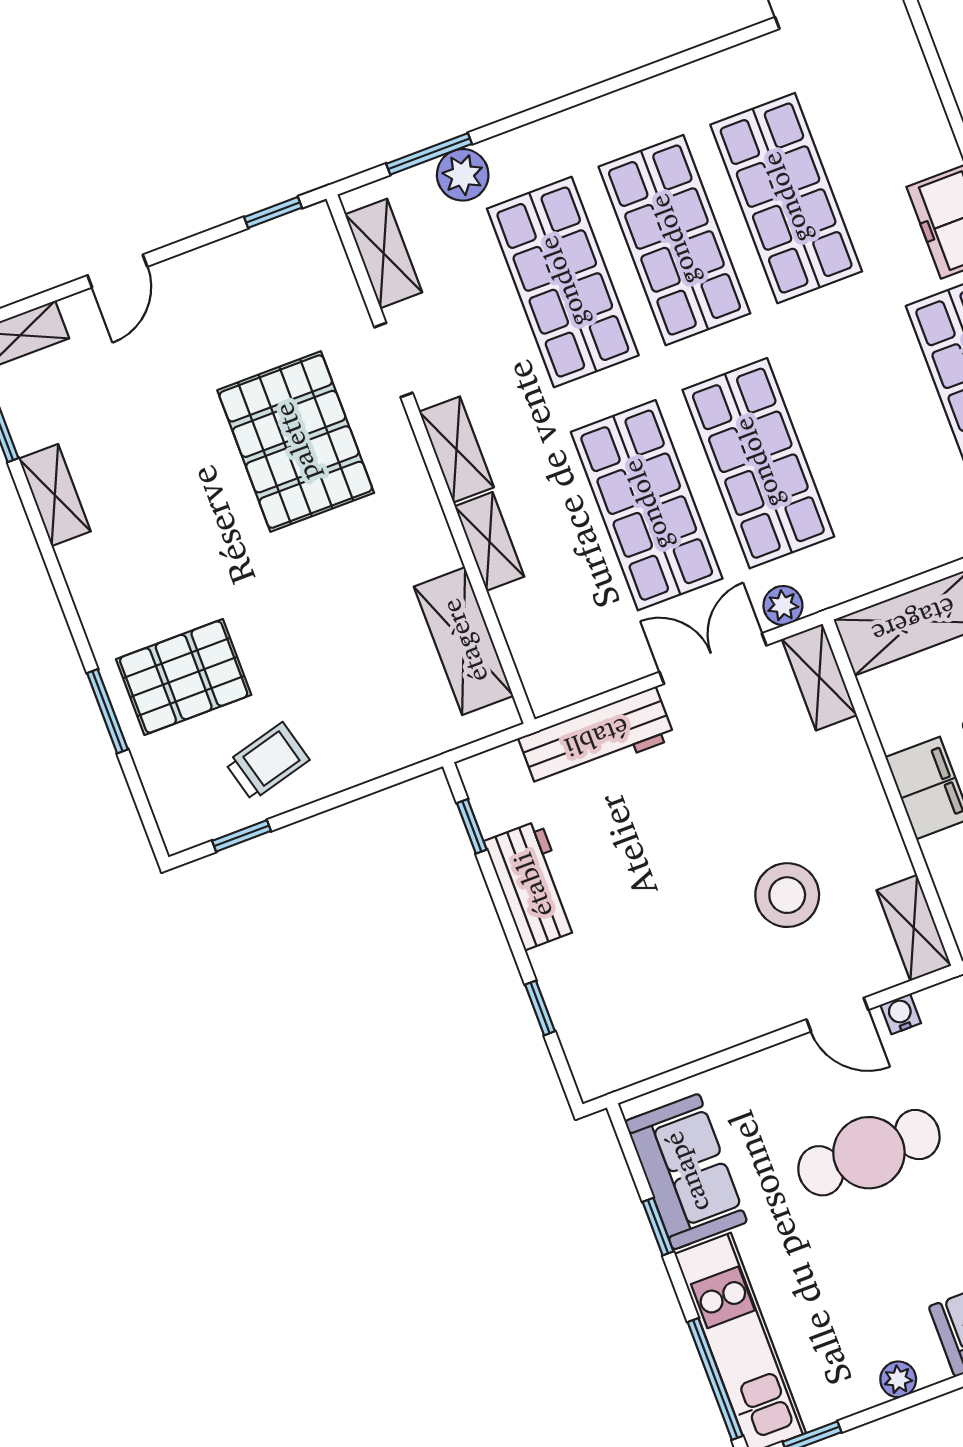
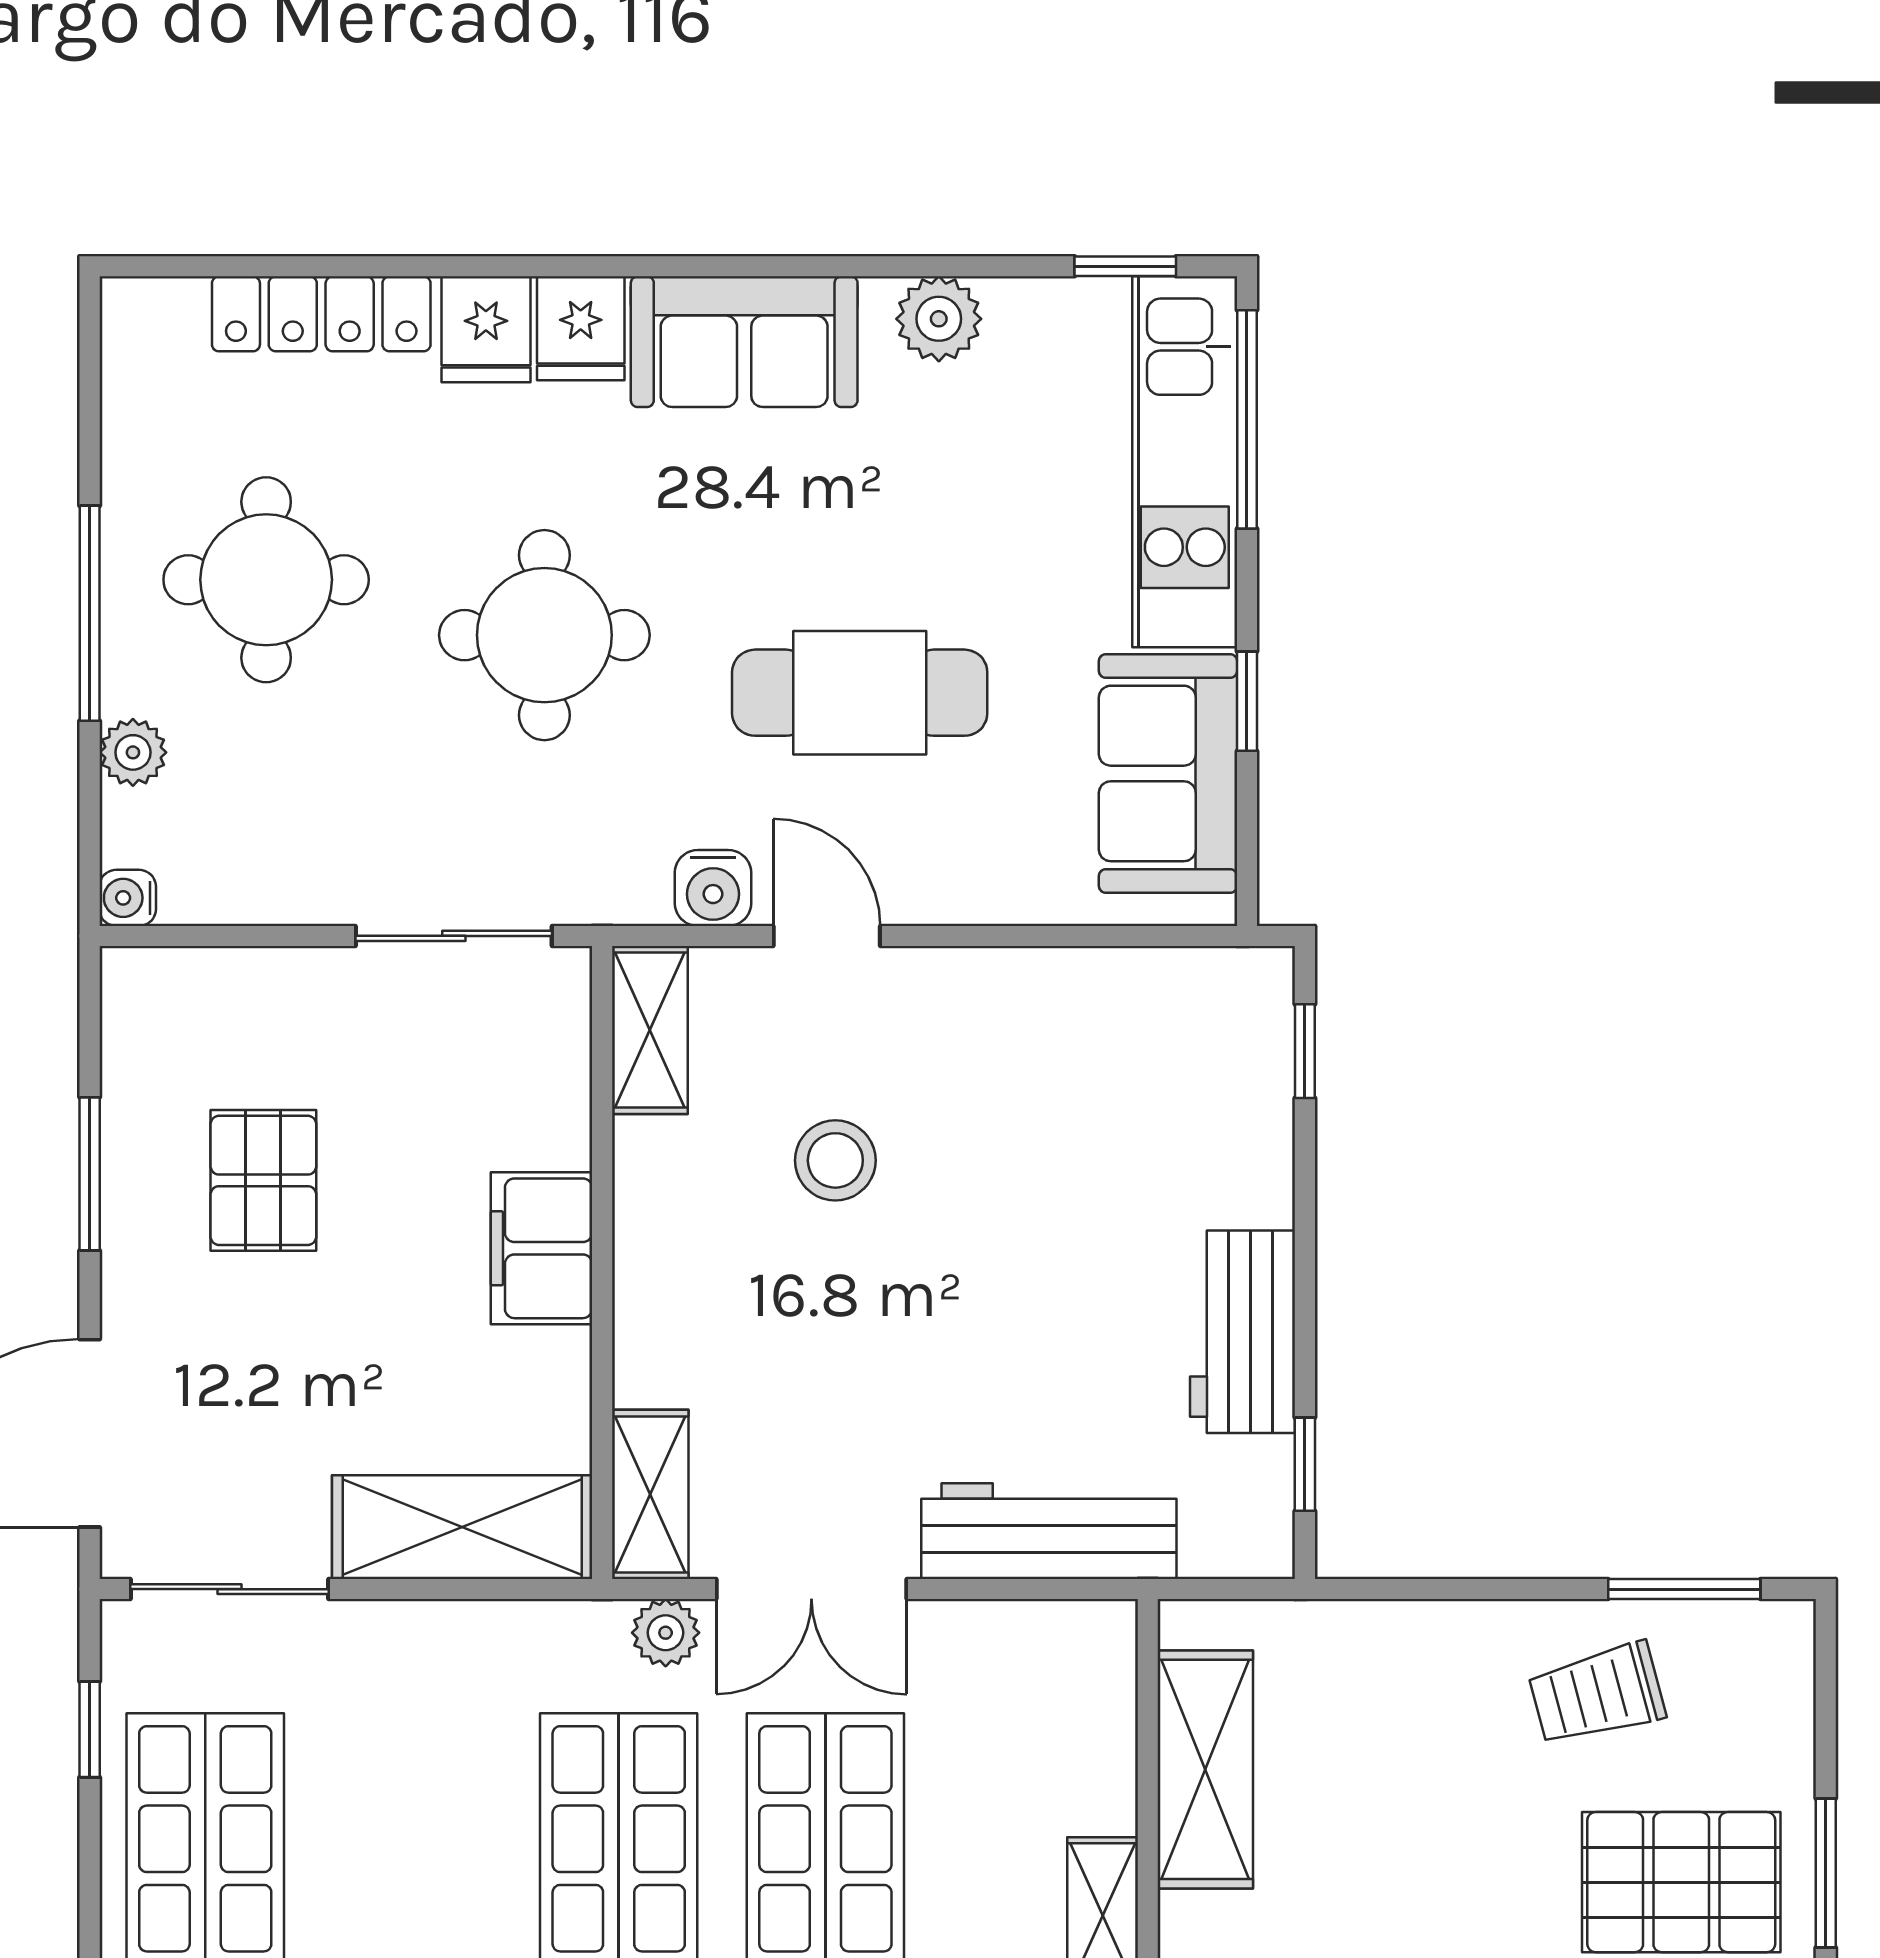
window: (242, 836) -> (1684, 1589), width x1.50
stool: (787, 895) -> (835, 1160), width x0.73, depth x0.73
window: (540, 1008) -> (1305, 1051), moved
water cooler: (901, 1014) -> (713, 888), width x1.38, depth x1.38
plant: (898, 1379) -> (939, 319), width x1.38, depth x1.38

